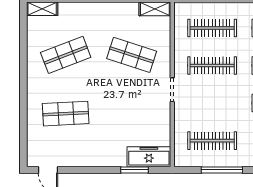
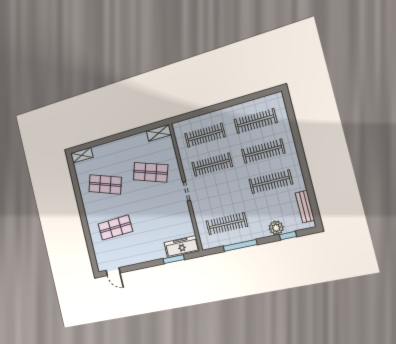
shop shelf: (66, 55) -> (105, 184), turned 39

